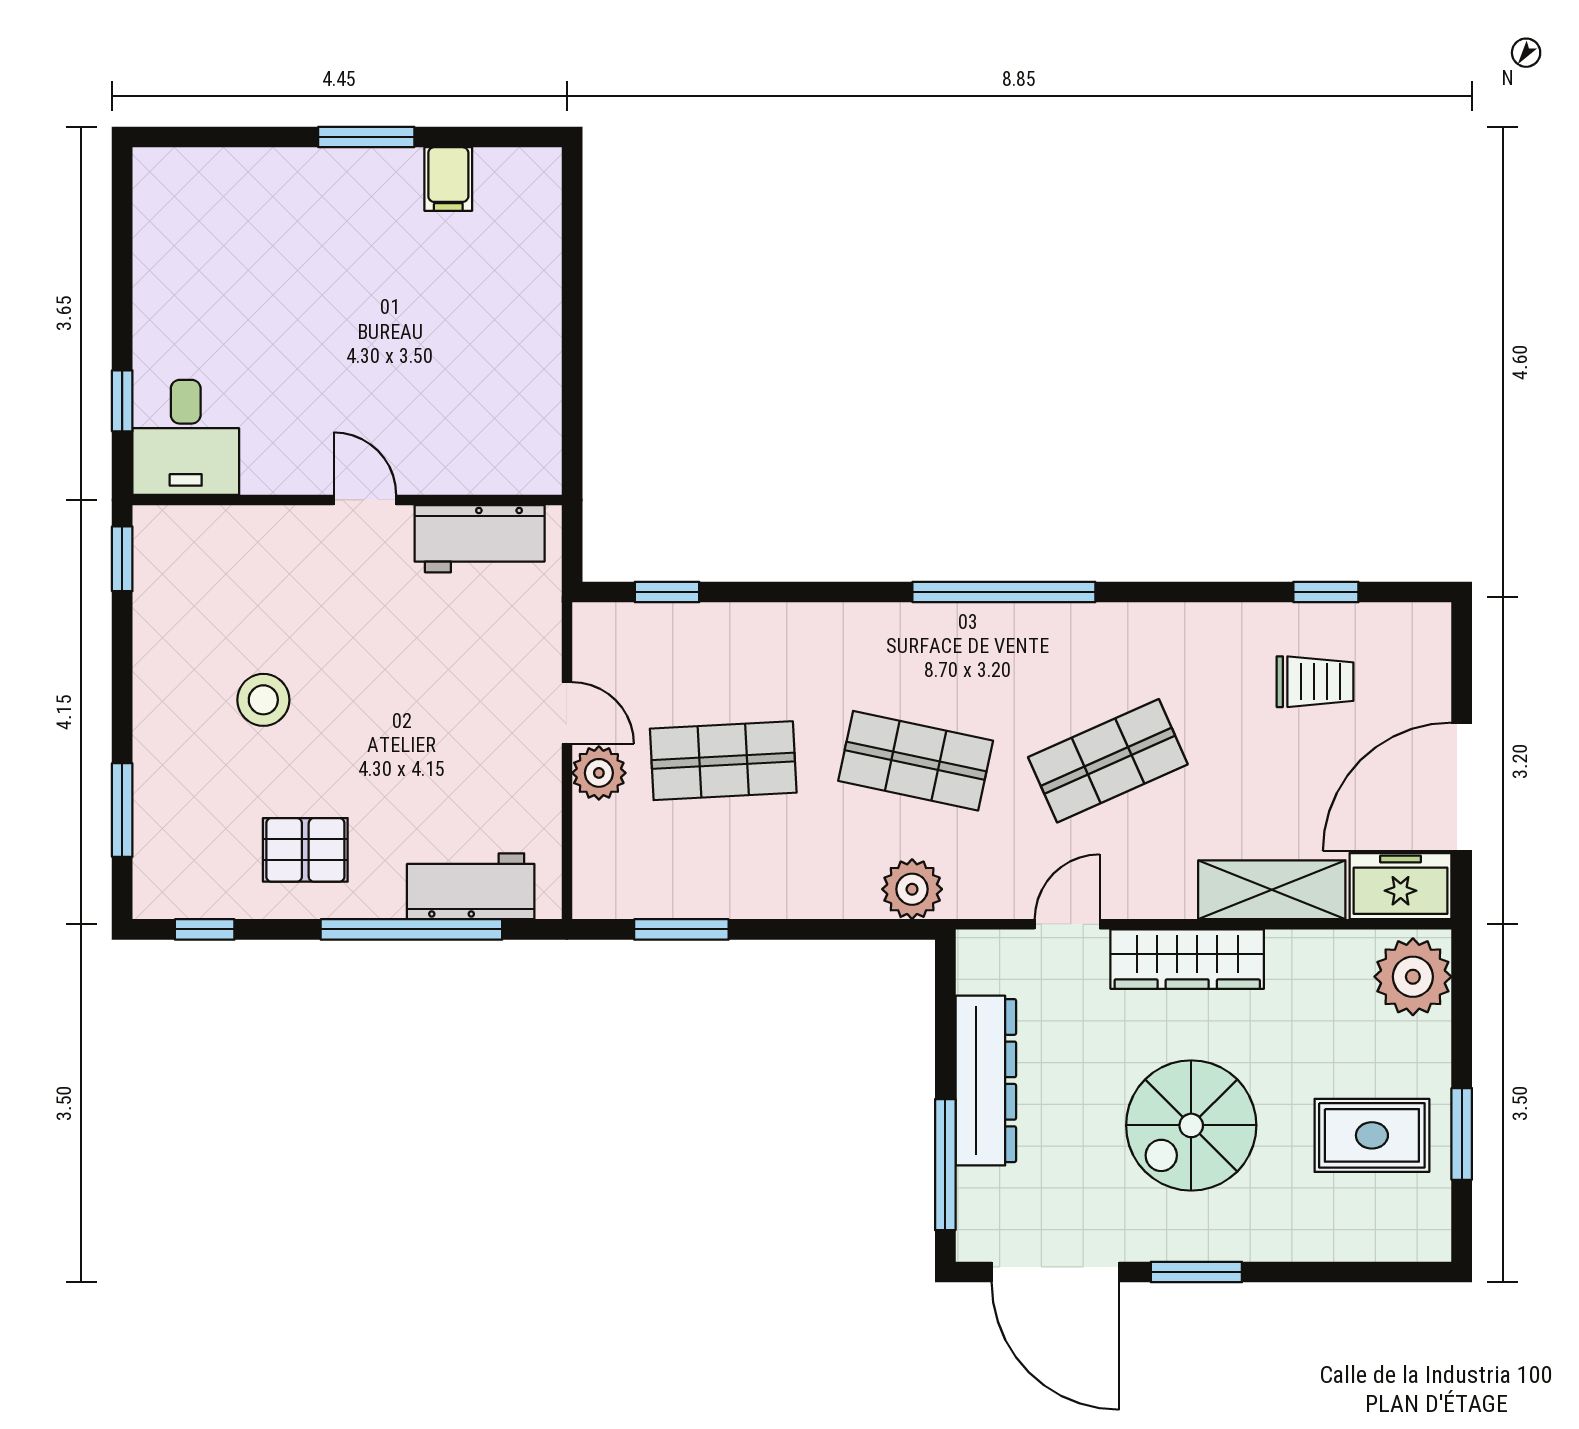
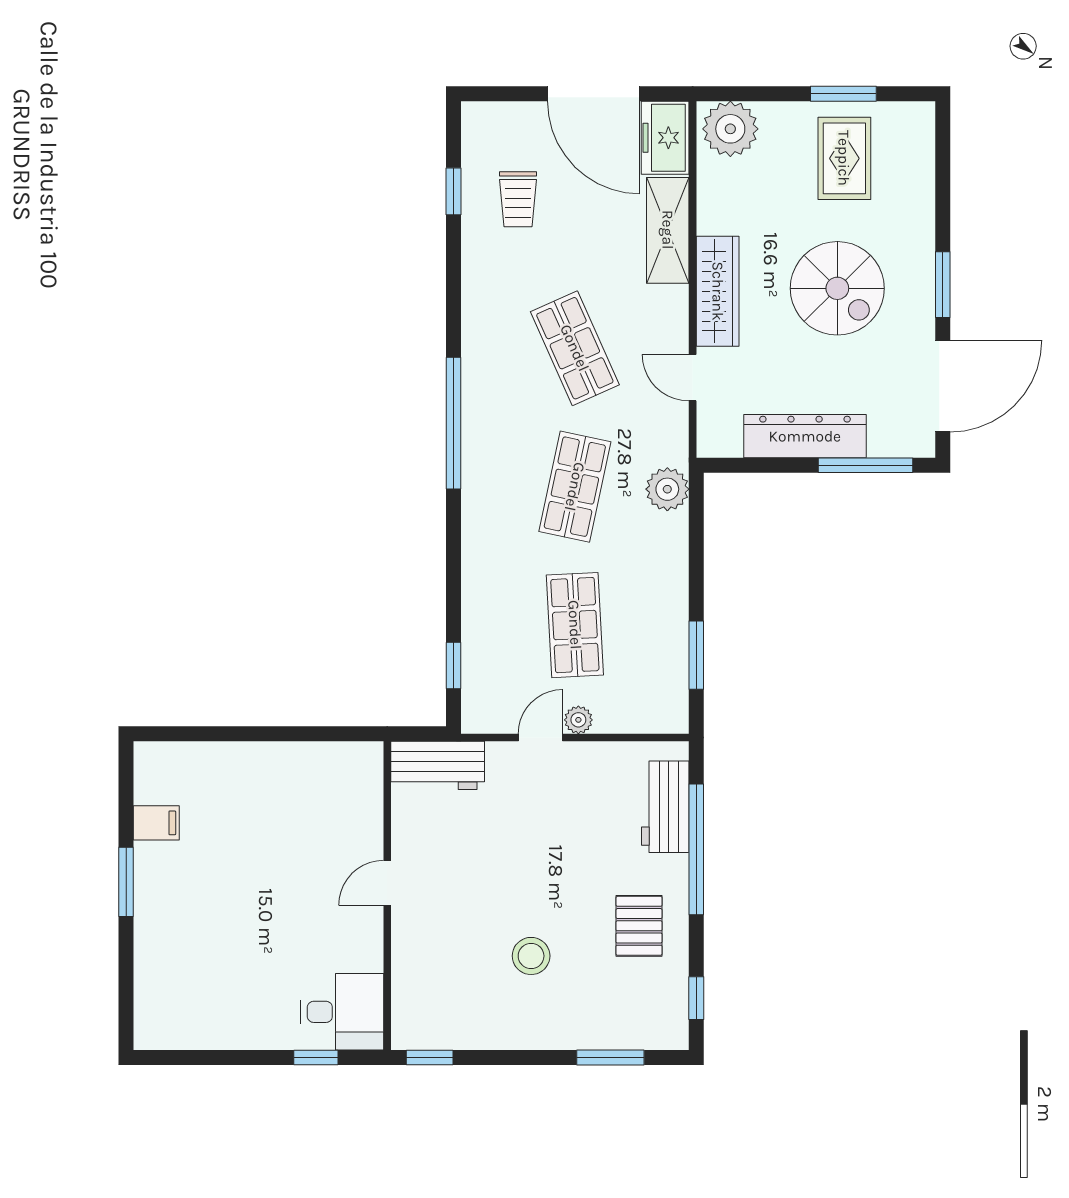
workbench: (480, 539) -> (438, 765), moved, turned 90
trolley: (1315, 682) -> (518, 199), turned 180
plant: (599, 773) -> (578, 720), width x0.73, depth x0.73

